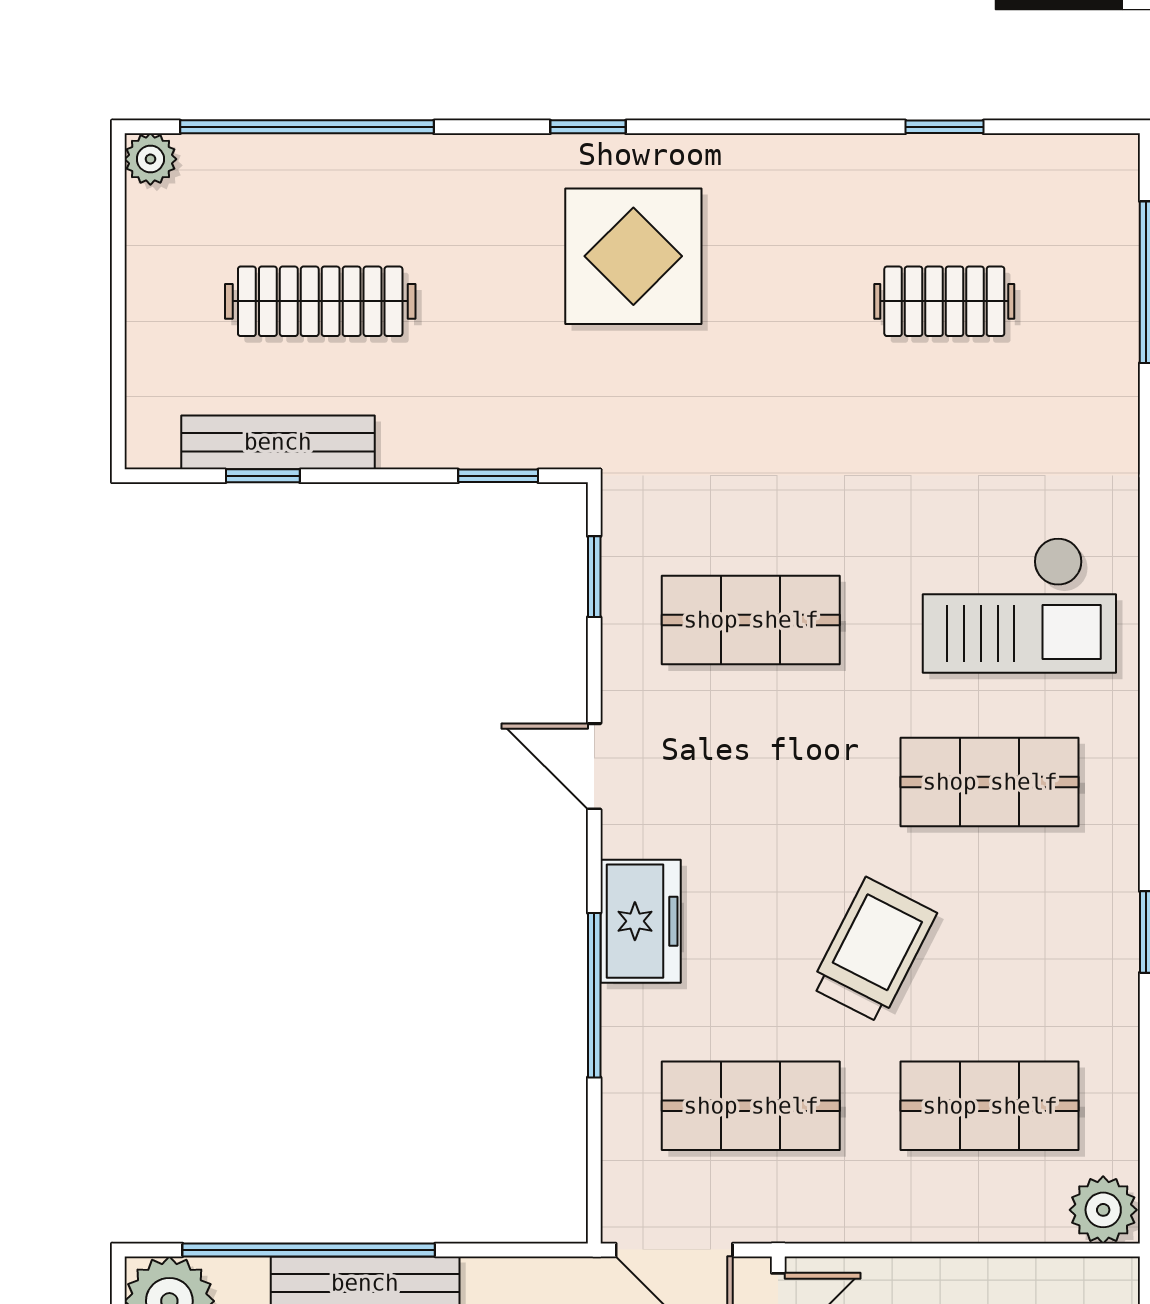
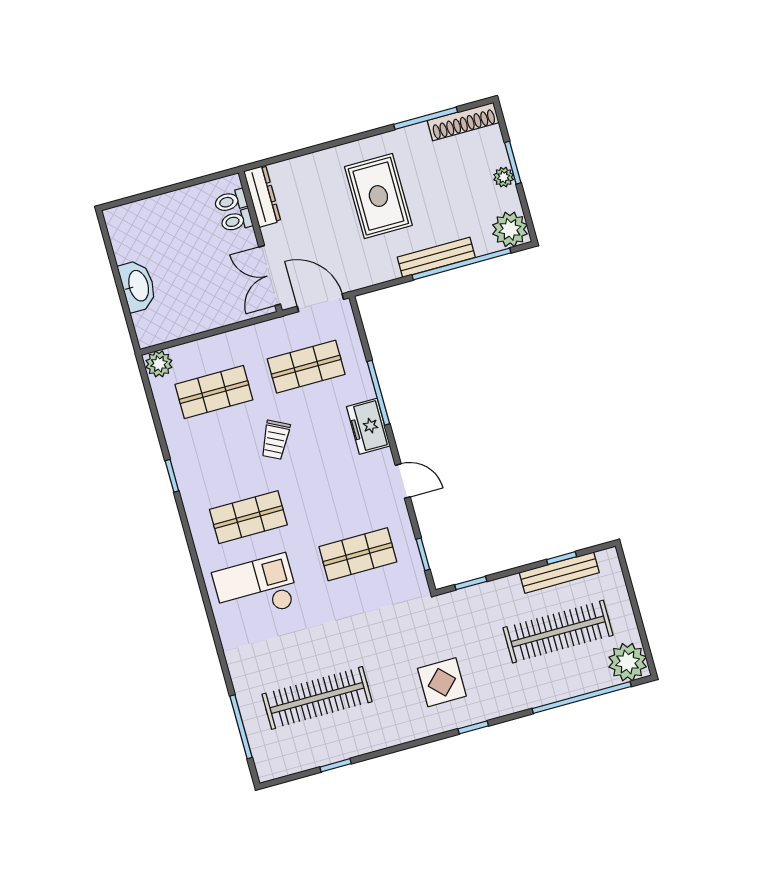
plant: (150, 159) -> (628, 662), width x1.87, depth x1.87
display table: (633, 256) -> (442, 682), width x0.73, depth x0.73
clothes rail: (320, 301) -> (558, 632), width x1.37, depth x1.31
clothes rail: (944, 301) -> (317, 698), width x1.86, depth x1.31
trolley: (873, 950) -> (275, 440), width x0.73, depth x0.72

